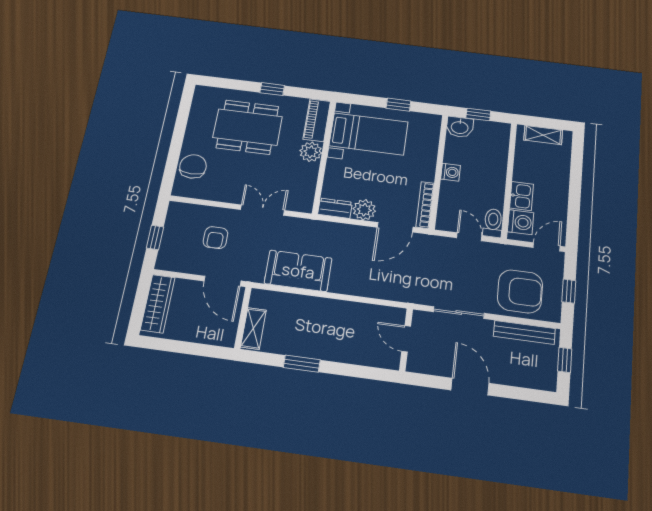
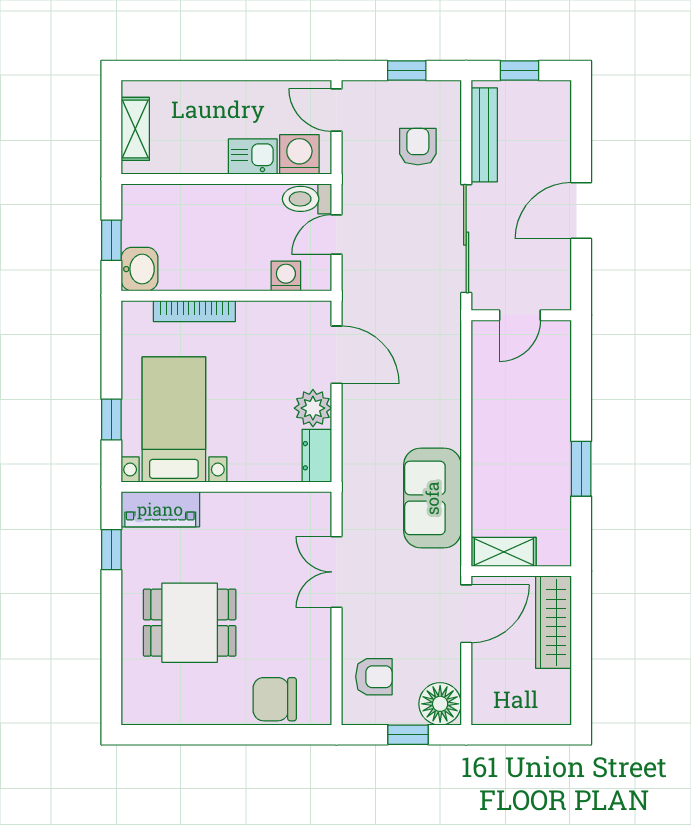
window: (272, 89) -> (111, 550), moved
window: (398, 105) -> (111, 420), moved
dining table: (248, 127) -> (190, 623), width x0.73
plant: (311, 152) -> (221, 510), removed
washing machine: (450, 172) -> (286, 276), moved
bookcase: (425, 205) -> (194, 311), moved
armchair: (215, 238) -> (374, 677), moved
floor lamp: (170, 258) -> (440, 704), added
armchair: (520, 291) -> (418, 147), width x0.53, depth x0.53
wardrobe: (158, 304) -> (554, 622), moved, turned -90
sliding door: (459, 313) -> (466, 239), width x1.37
shelving: (253, 328) -> (504, 552), moved

